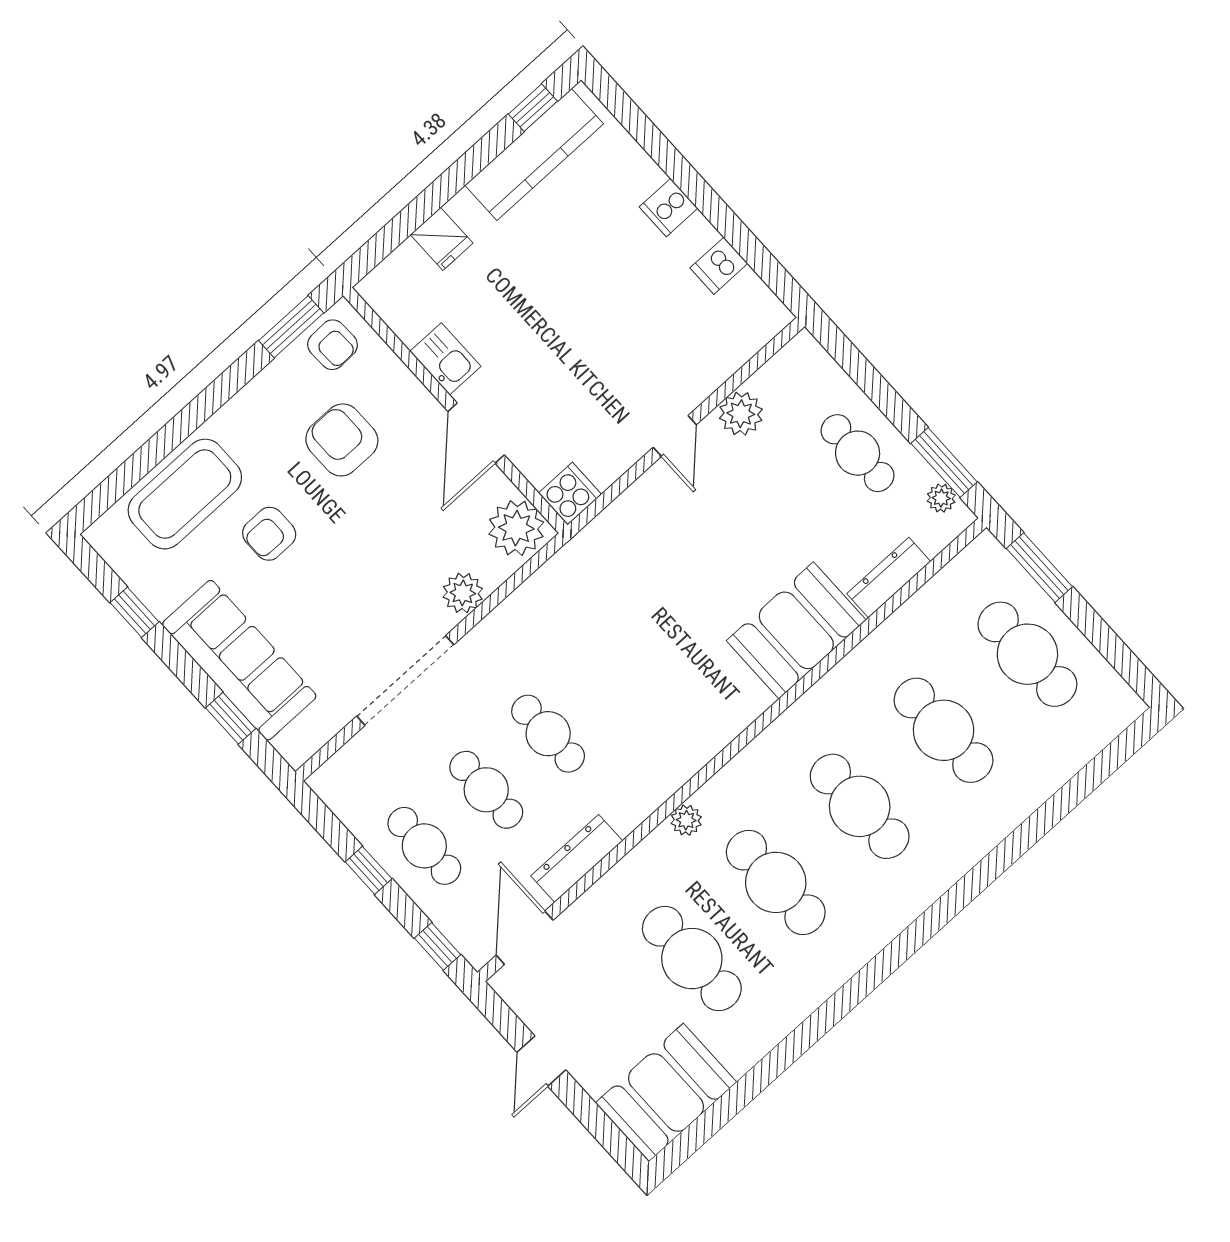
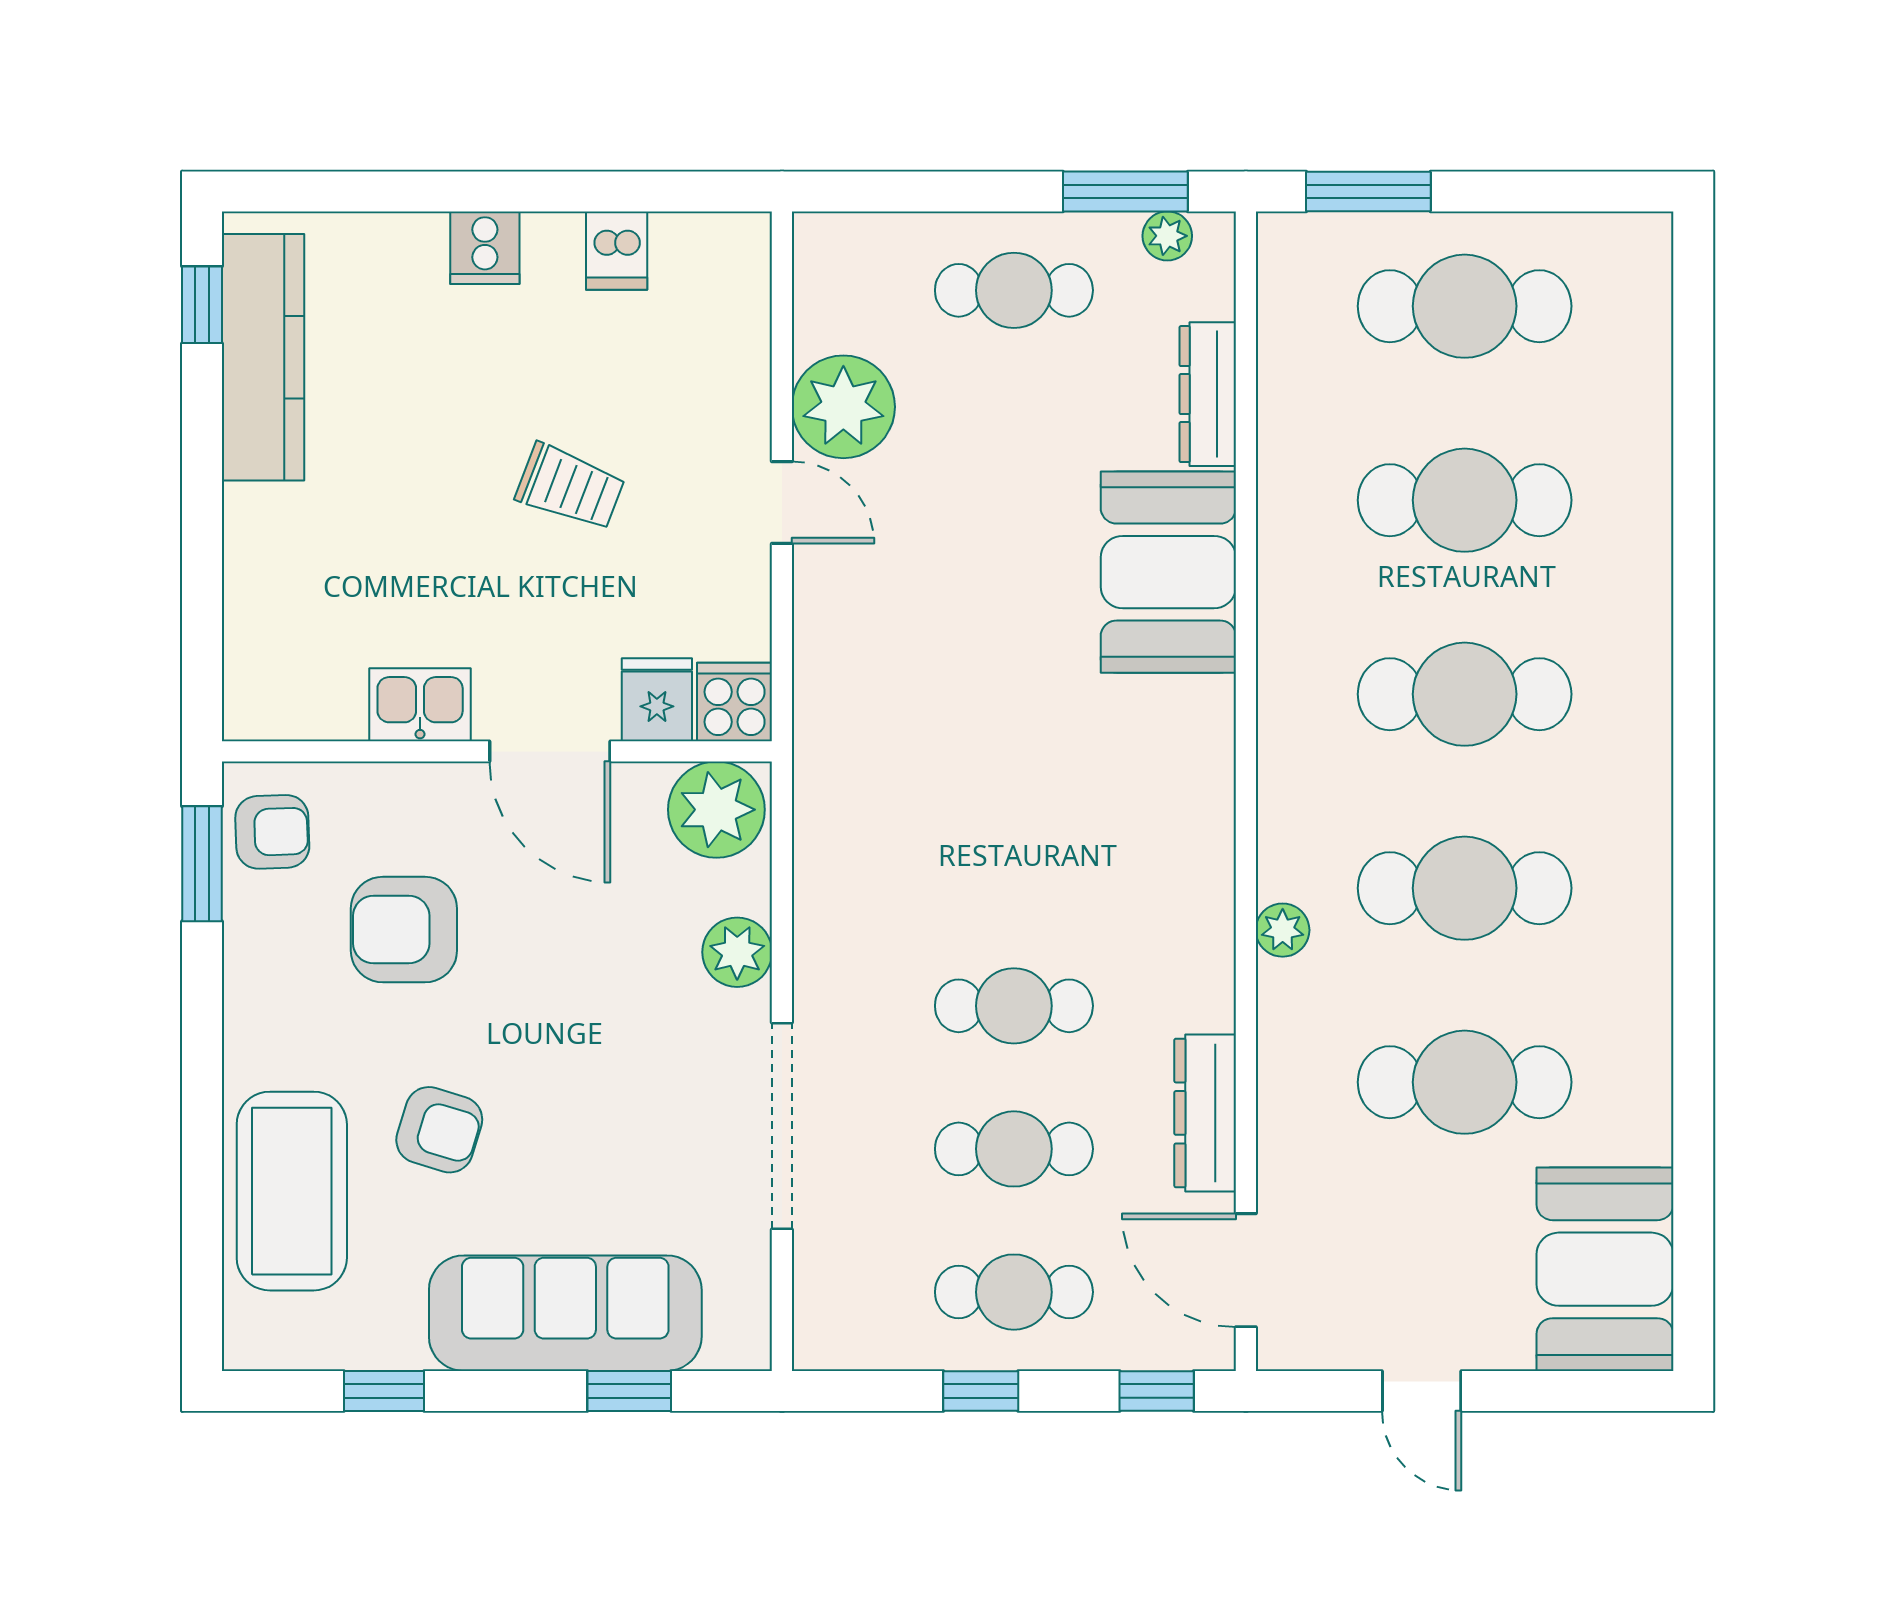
fridge: (442, 239) -> (657, 700), moved, turned -90
trolley: (598, 338) -> (570, 487), added
plant: (741, 414) -> (843, 407), width x1.36, depth x1.36
armchair: (269, 534) -> (439, 1130), turned -73

